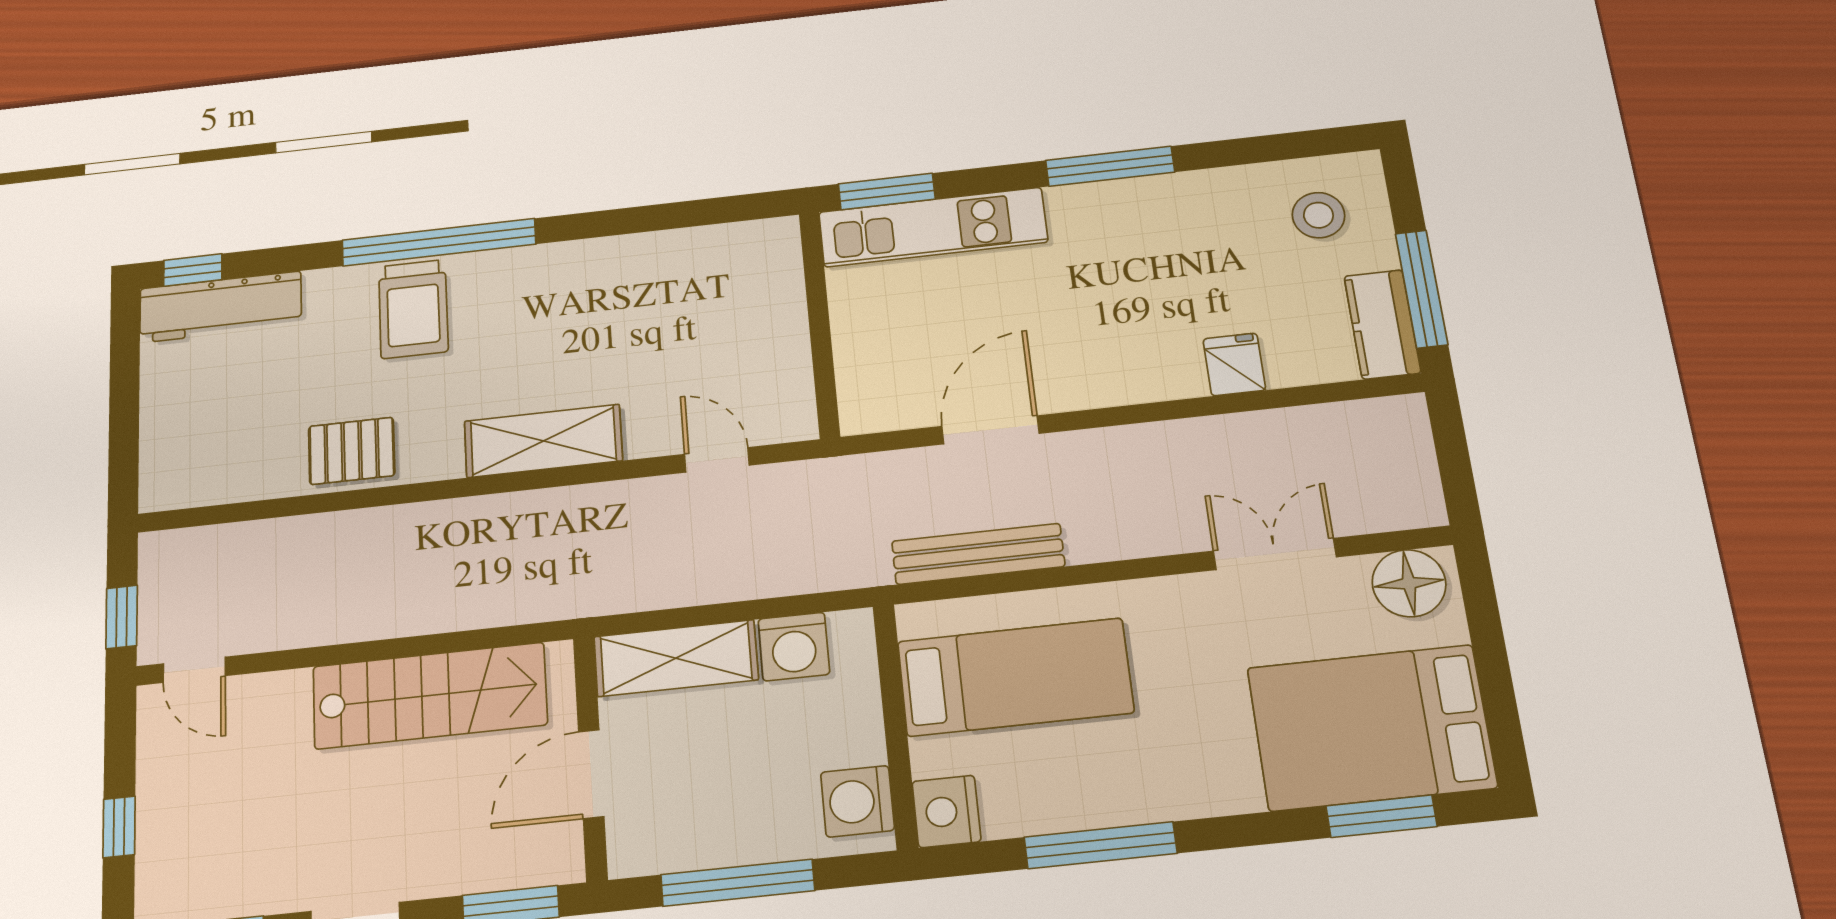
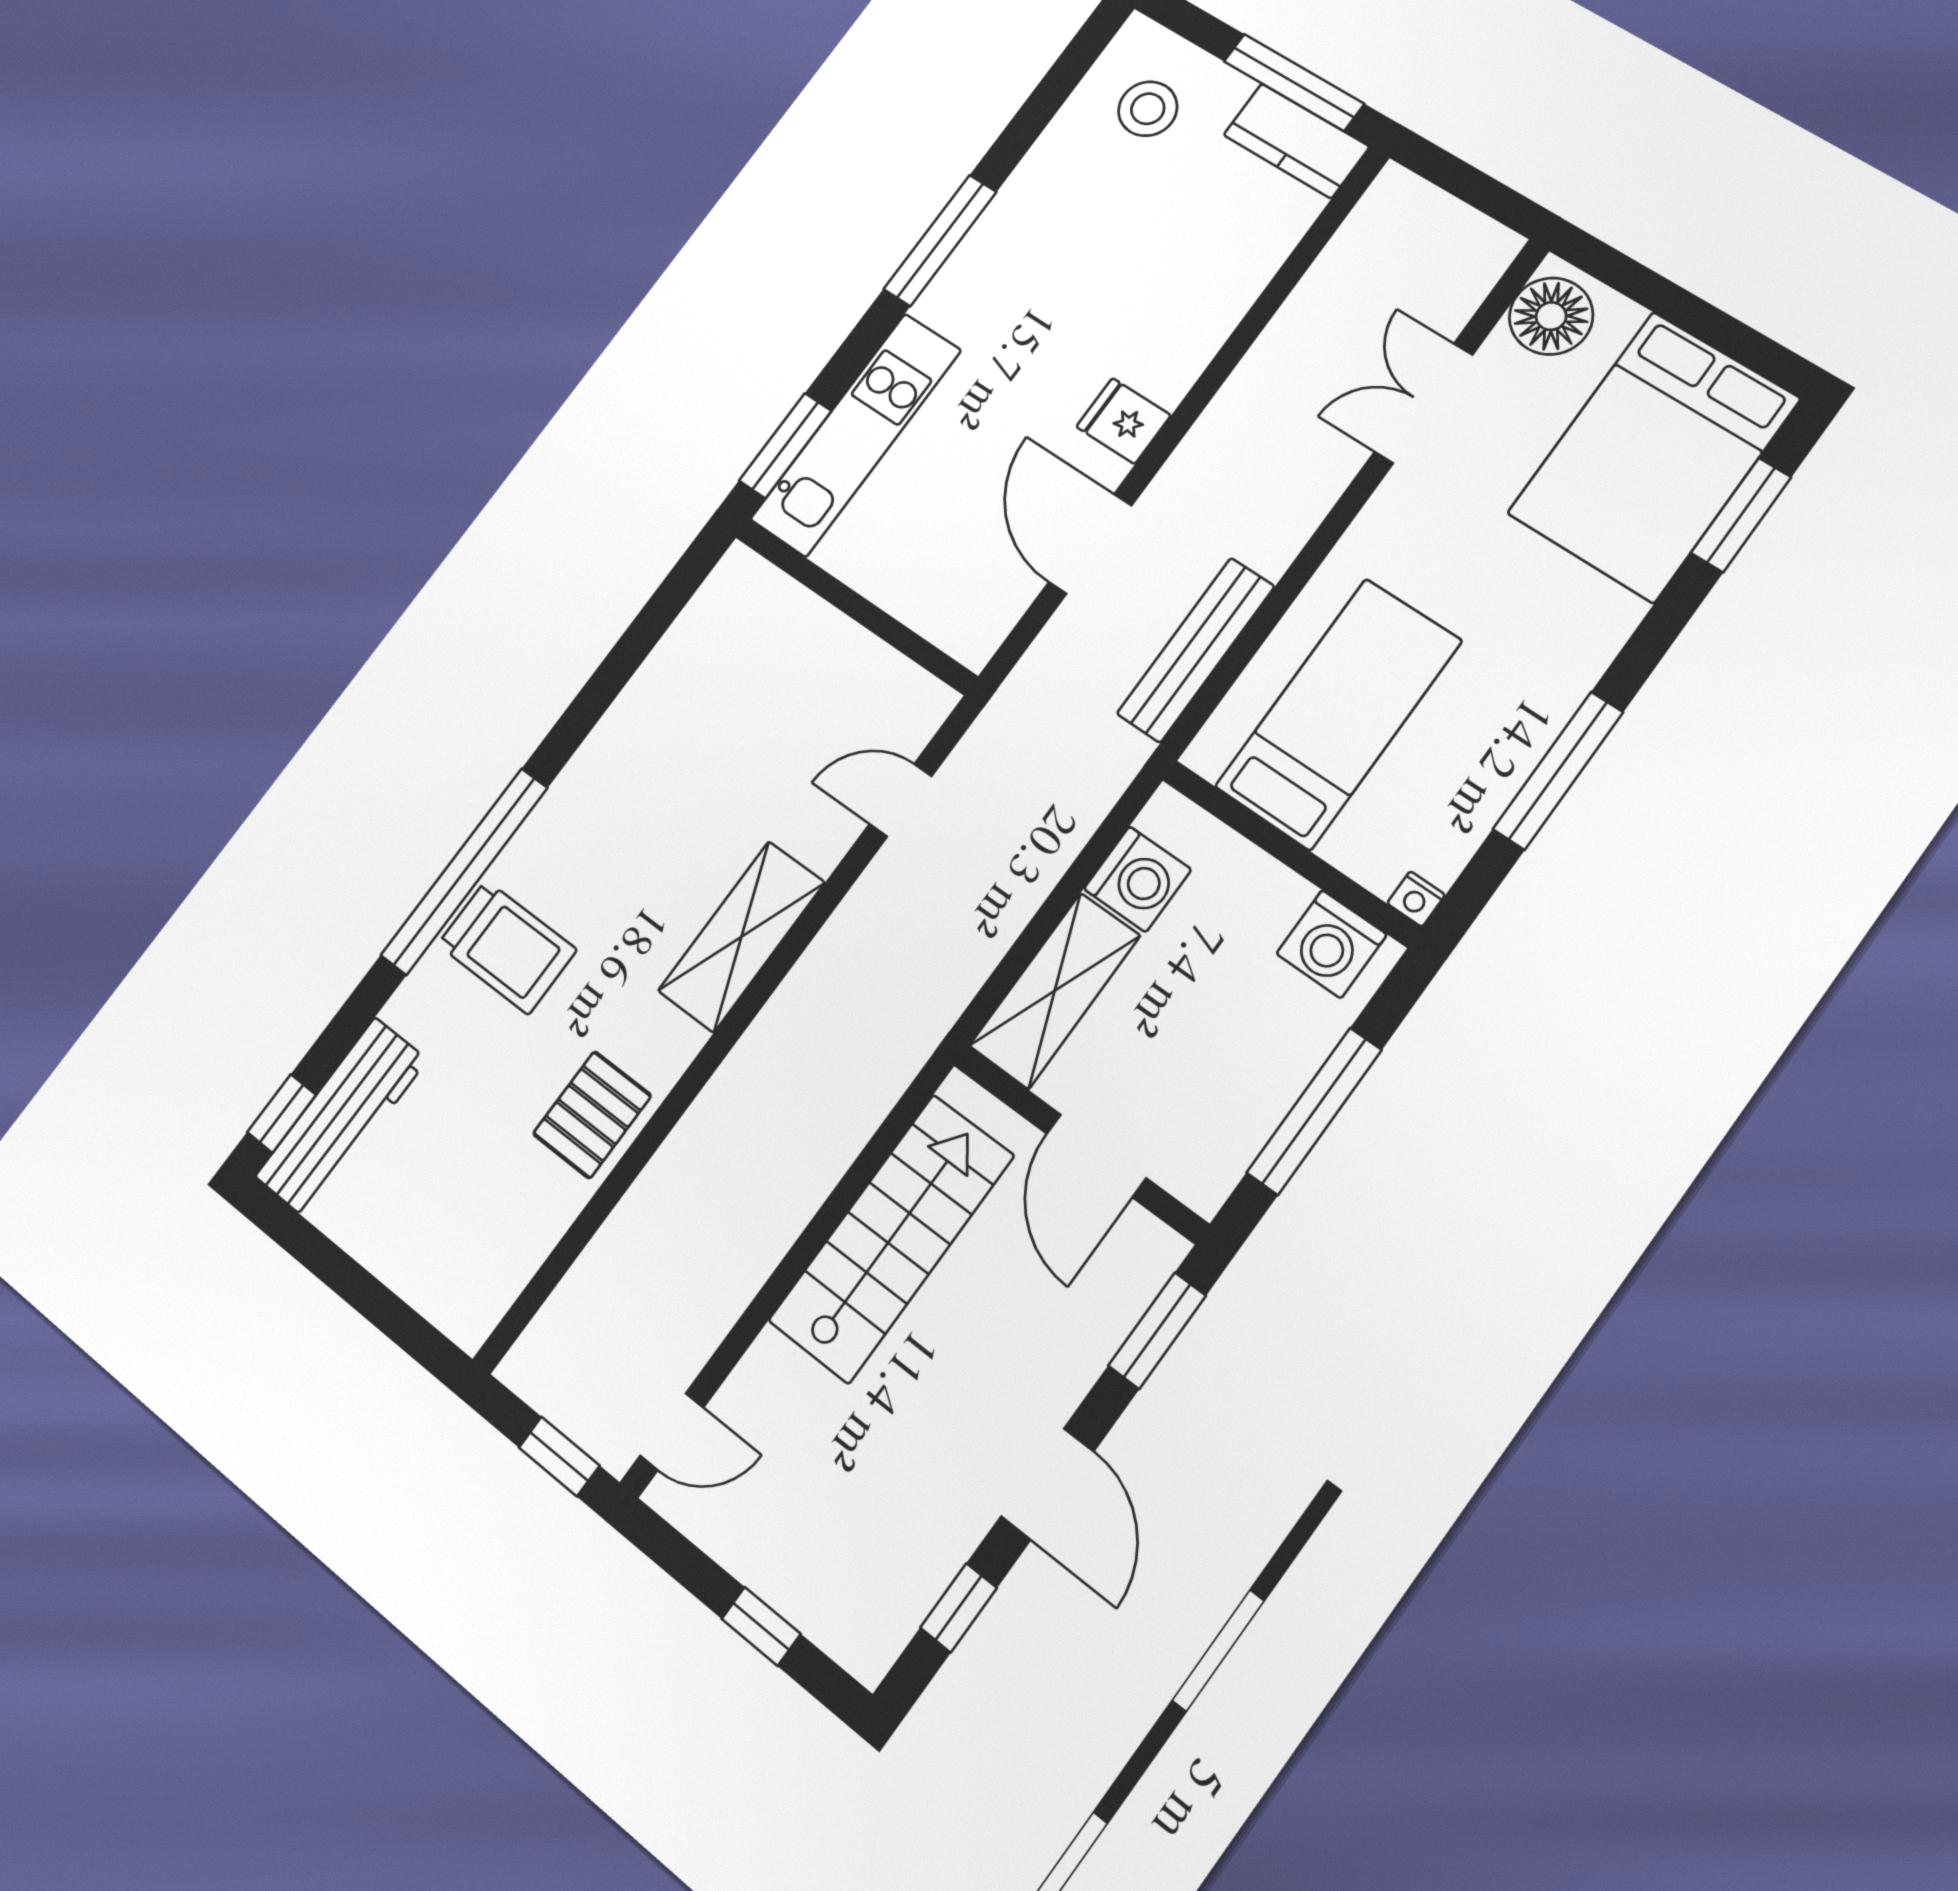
fridge: (1234, 364) -> (1124, 421), moved
nightstand: (946, 811) -> (1416, 899), width x0.53, depth x0.56

